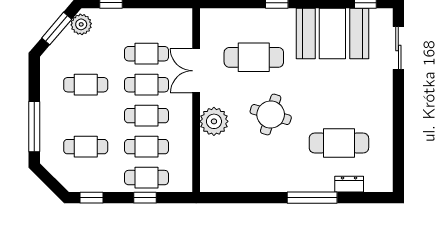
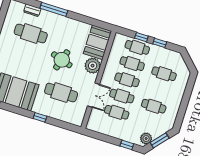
window: (34, 127) -> (188, 93), removed
booth: (218, 165) -> (98, 42), added
window: (91, 198) -> (160, 43), moved

